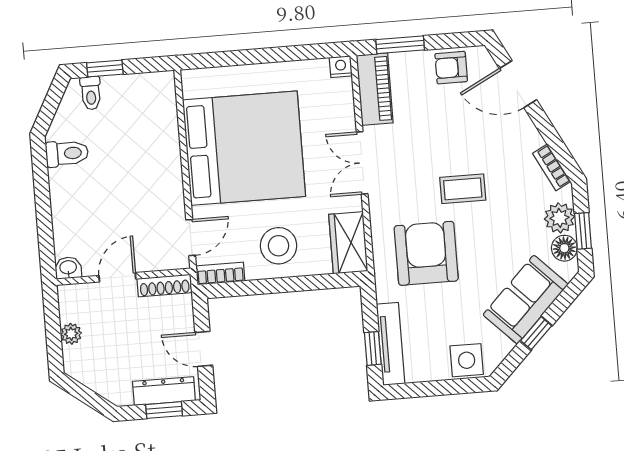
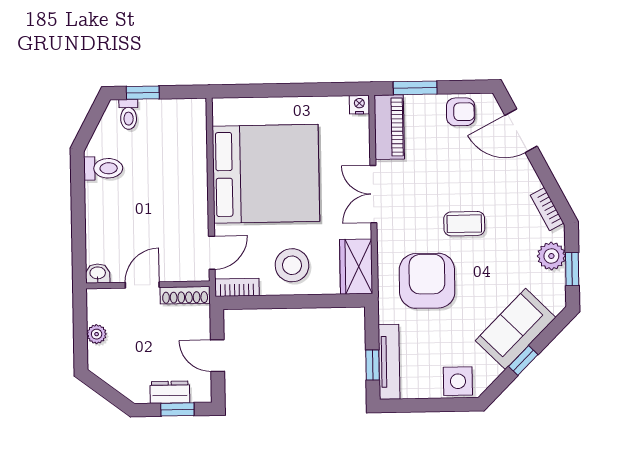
armchair: (451, 68) -> (461, 112), turned 180
floor lamp: (564, 248) -> (554, 284), removed
dresser: (164, 391) -> (170, 392), width x0.70

